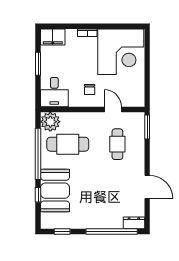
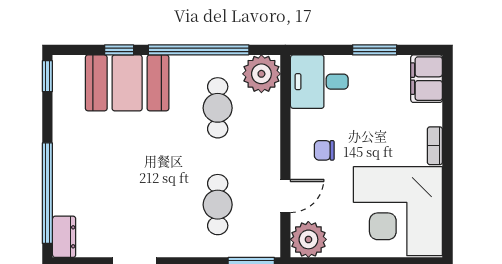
plant: (135, 98) -> (308, 239), added
cafe table: (68, 144) -> (218, 108), width x0.73, depth x0.74
cafe table: (117, 144) -> (218, 205), turned 90
window: (62, 231) -> (47, 76), moved

